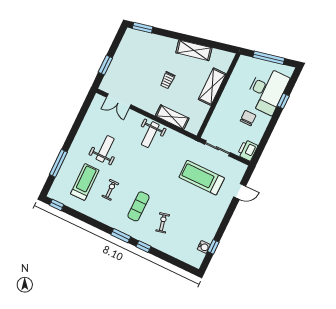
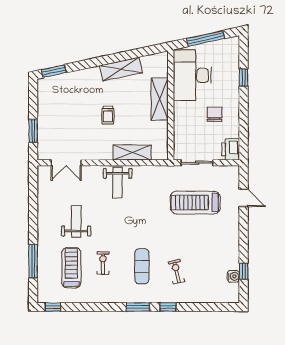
desk: (267, 90) -> (192, 75), moved, turned 180
door: (240, 192) -> (244, 198), hinge flipped

